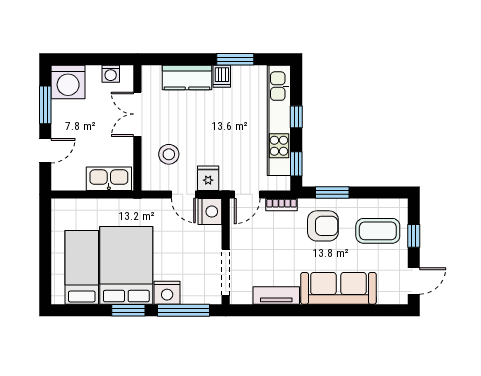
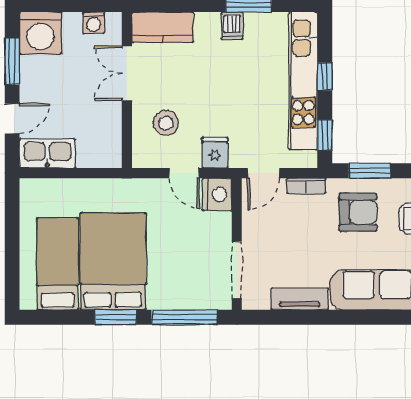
kitchen counter: (187, 77) -> (163, 27), moved
kitchen sink: (109, 179) -> (47, 153), moved
nightstand: (167, 293) -> (164, 295), removed

